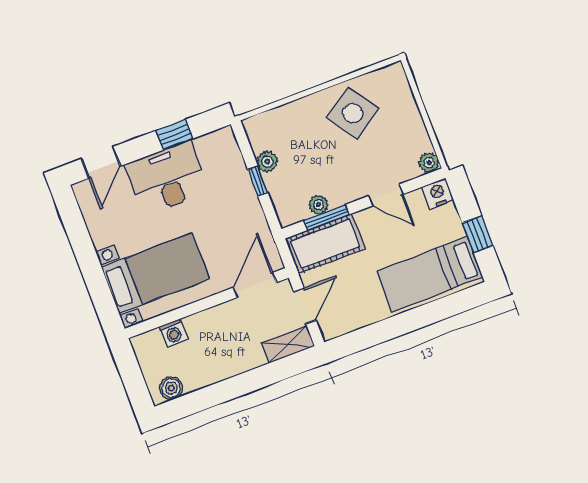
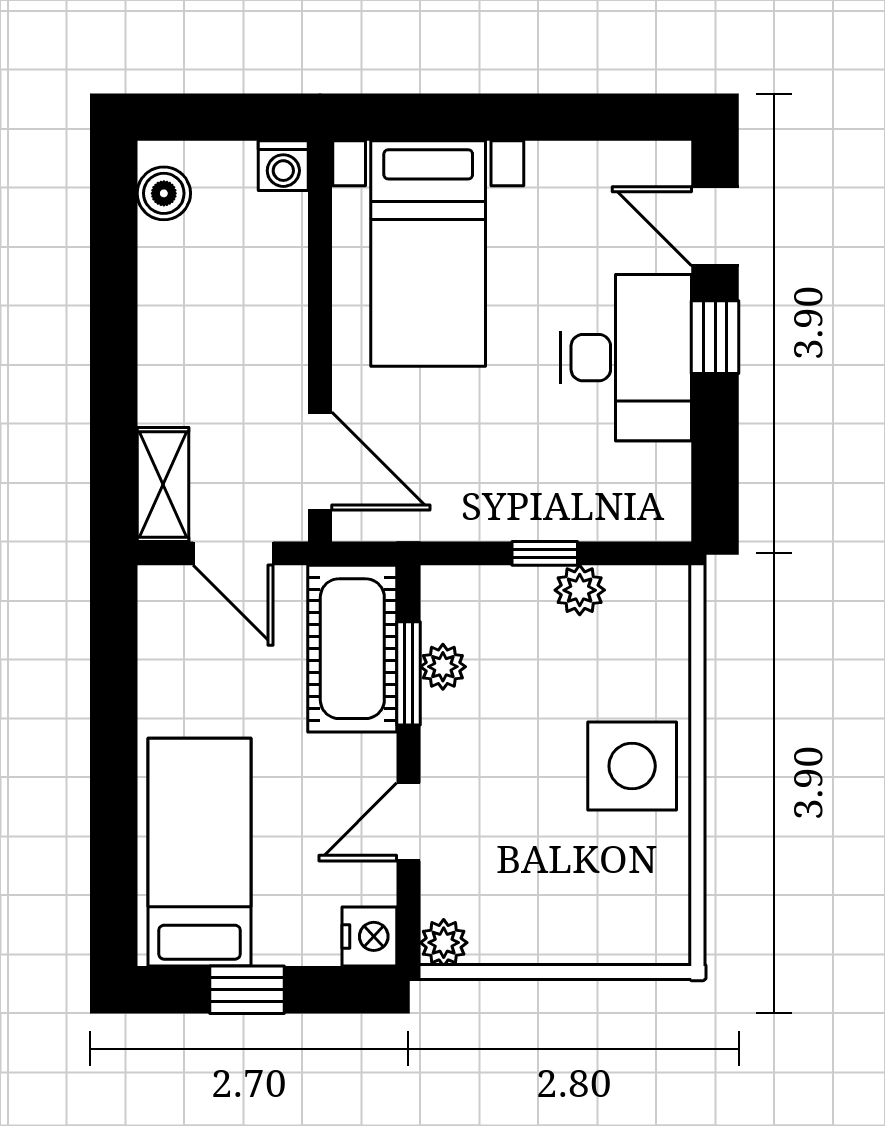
side table: (353, 113) -> (632, 766), moved, turned 35
window: (175, 135) -> (715, 337), moved
washing machine: (173, 333) -> (283, 166), moved, turned -90

